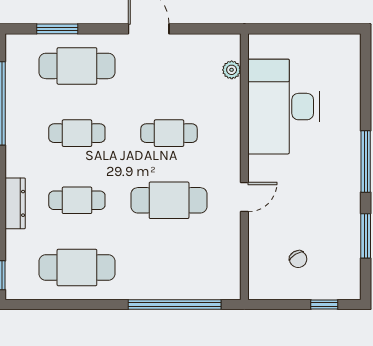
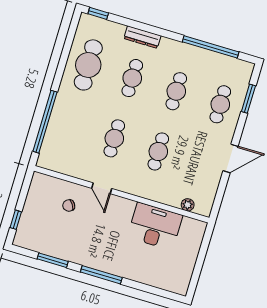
cafe table: (77, 66) -> (220, 104), width x0.73, depth x0.74
desk: (283, 107) -> (155, 226), width x0.73, depth x0.77
cafe table: (169, 200) -> (114, 138), width x0.73, depth x0.74
chair: (298, 259) -> (69, 205), moved

